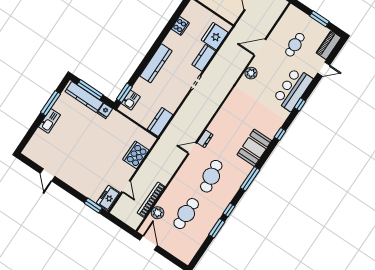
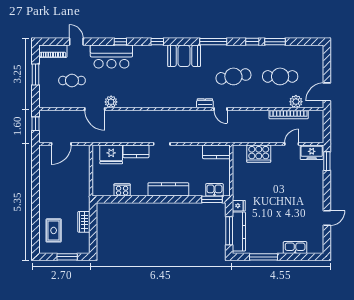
plant: (251, 73) -> (111, 102), moved
kitchen sink: (50, 121) -> (295, 248), moved

